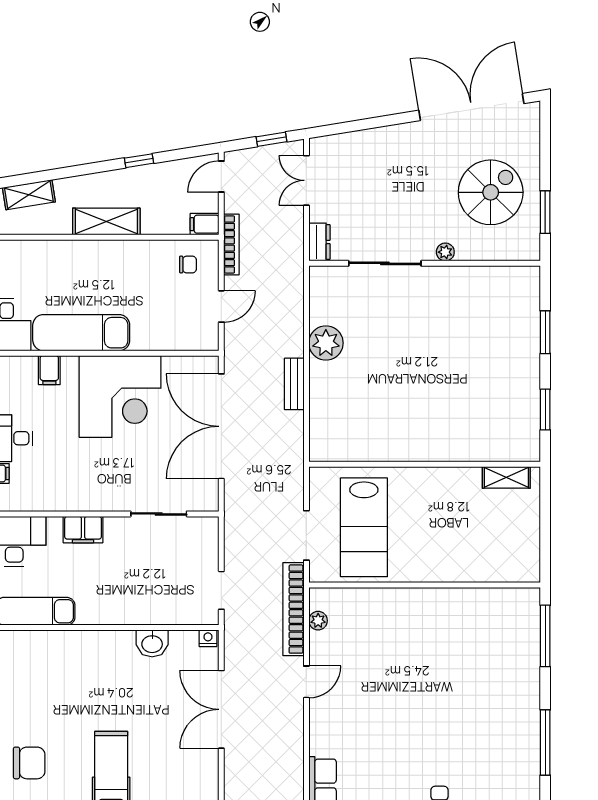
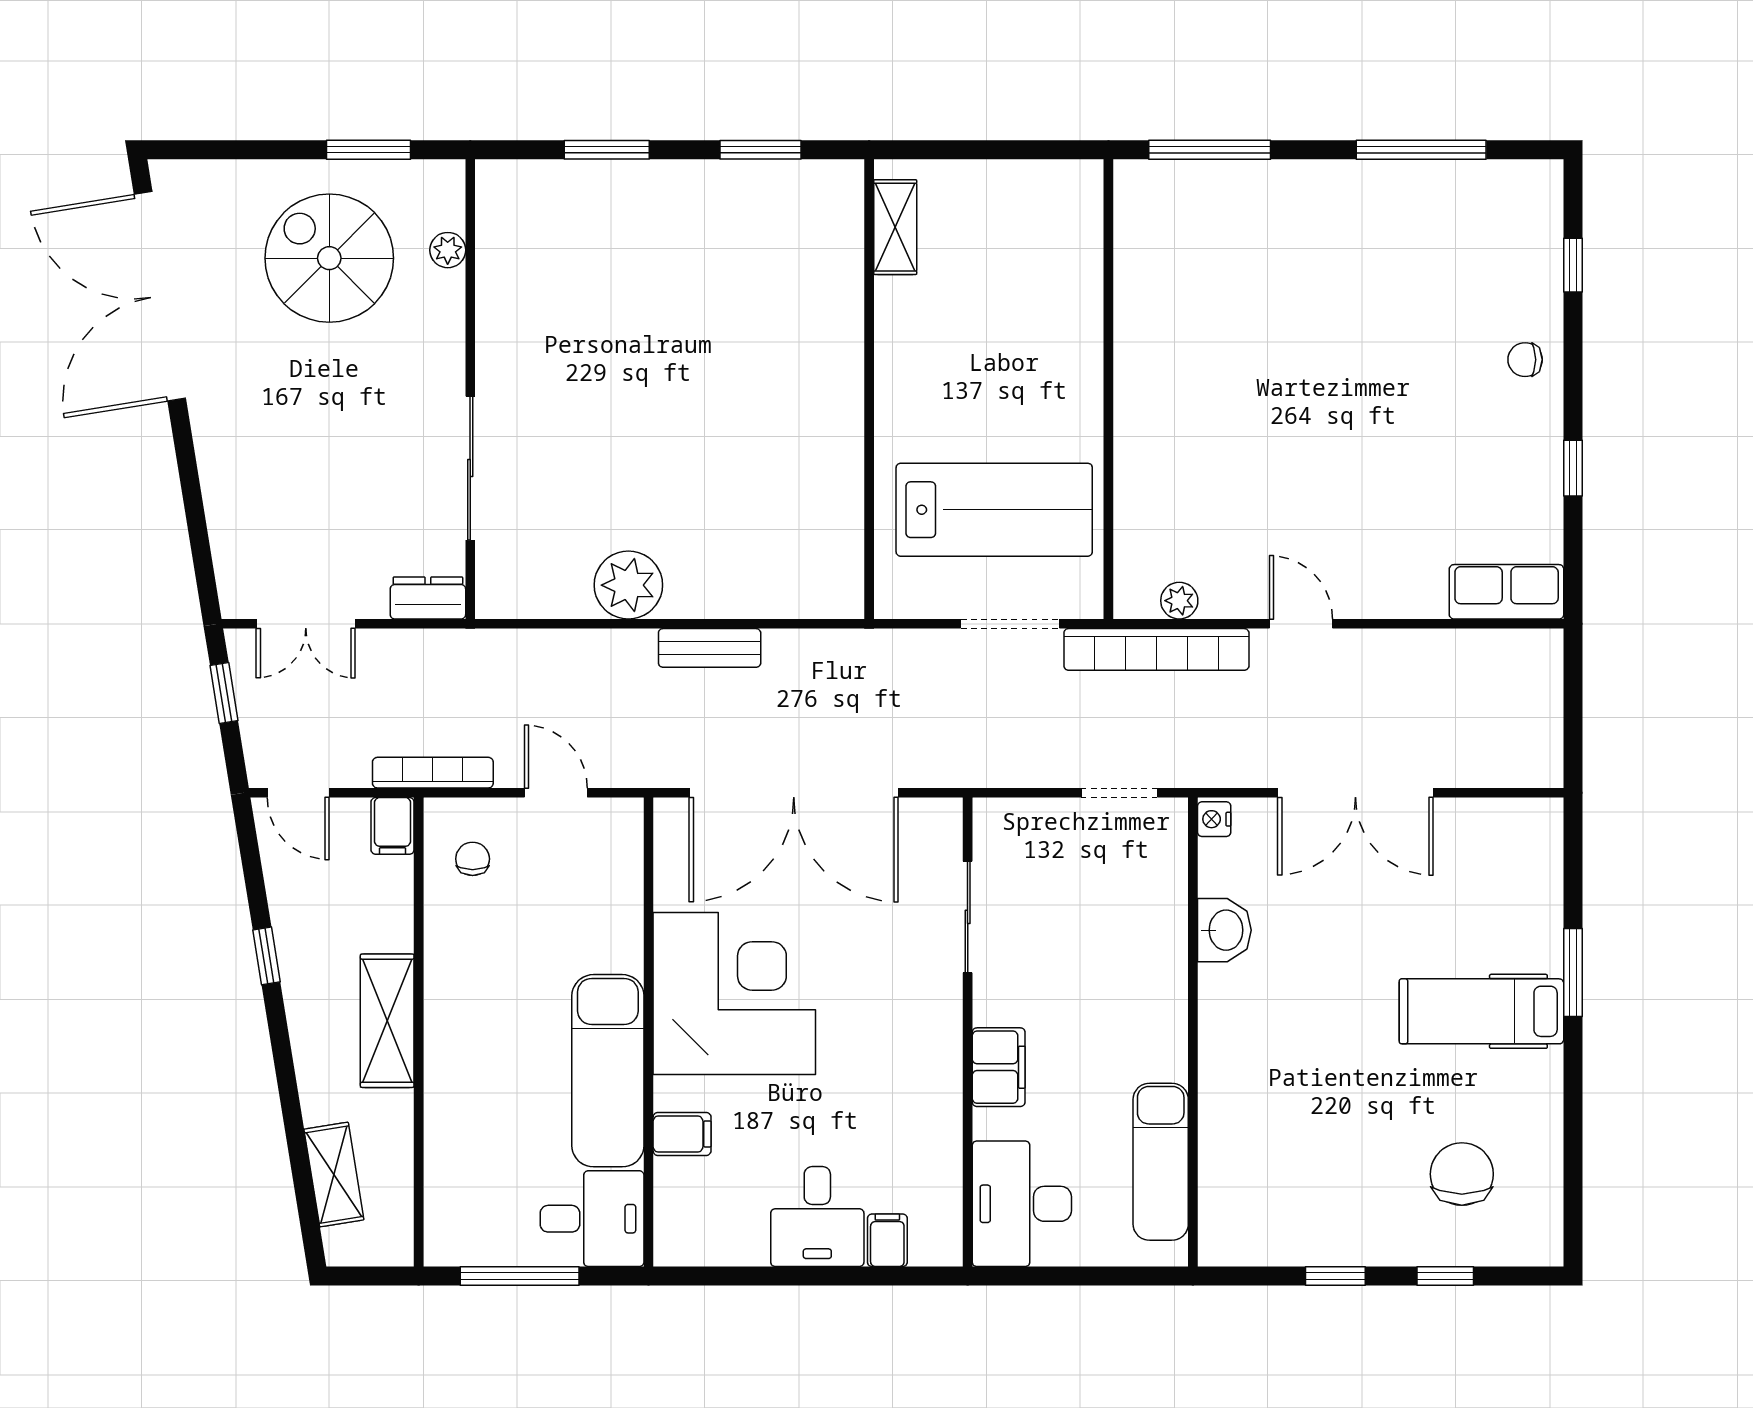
plant: (445, 252) -> (448, 250), moved

